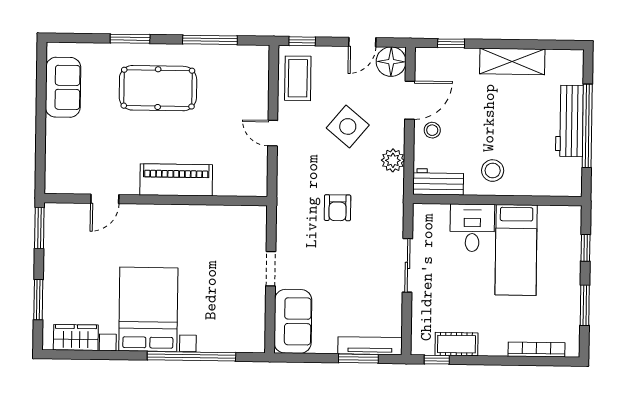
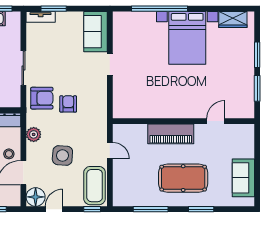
coffee table: (298, 78) -> (95, 186), width x1.36, depth x1.32
side table: (348, 126) -> (62, 155), turned -36
piano: (176, 180) -> (171, 134), moved
door: (105, 199) -> (216, 121), moved
wall: (156, 200) -> (184, 121), moved
armchair: (379, 217) -> (42, 98), added
window: (38, 300) -> (257, 55), moved
tv unit: (370, 346) -> (41, 17), width x0.71

